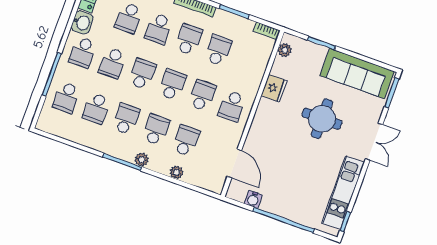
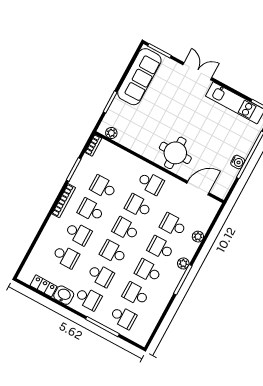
fridge: (274, 88) -> (141, 146), removed
school desk: (96, 108) -> (136, 294), turned 180
round table: (322, 119) -> (175, 153), moved
water cooler: (253, 199) -> (238, 162), moved

